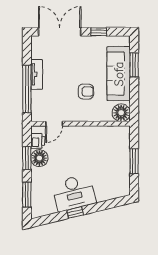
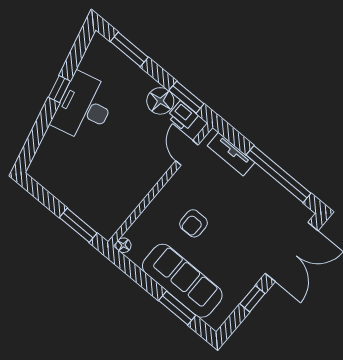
tv unit: (37, 74) -> (231, 154), moved
window: (27, 89) -> (279, 174), moved
floor lamp: (121, 113) -> (123, 245), width x0.53, depth x0.53
window: (27, 158) -> (186, 97), moved
window: (134, 161) -> (78, 225), moved

